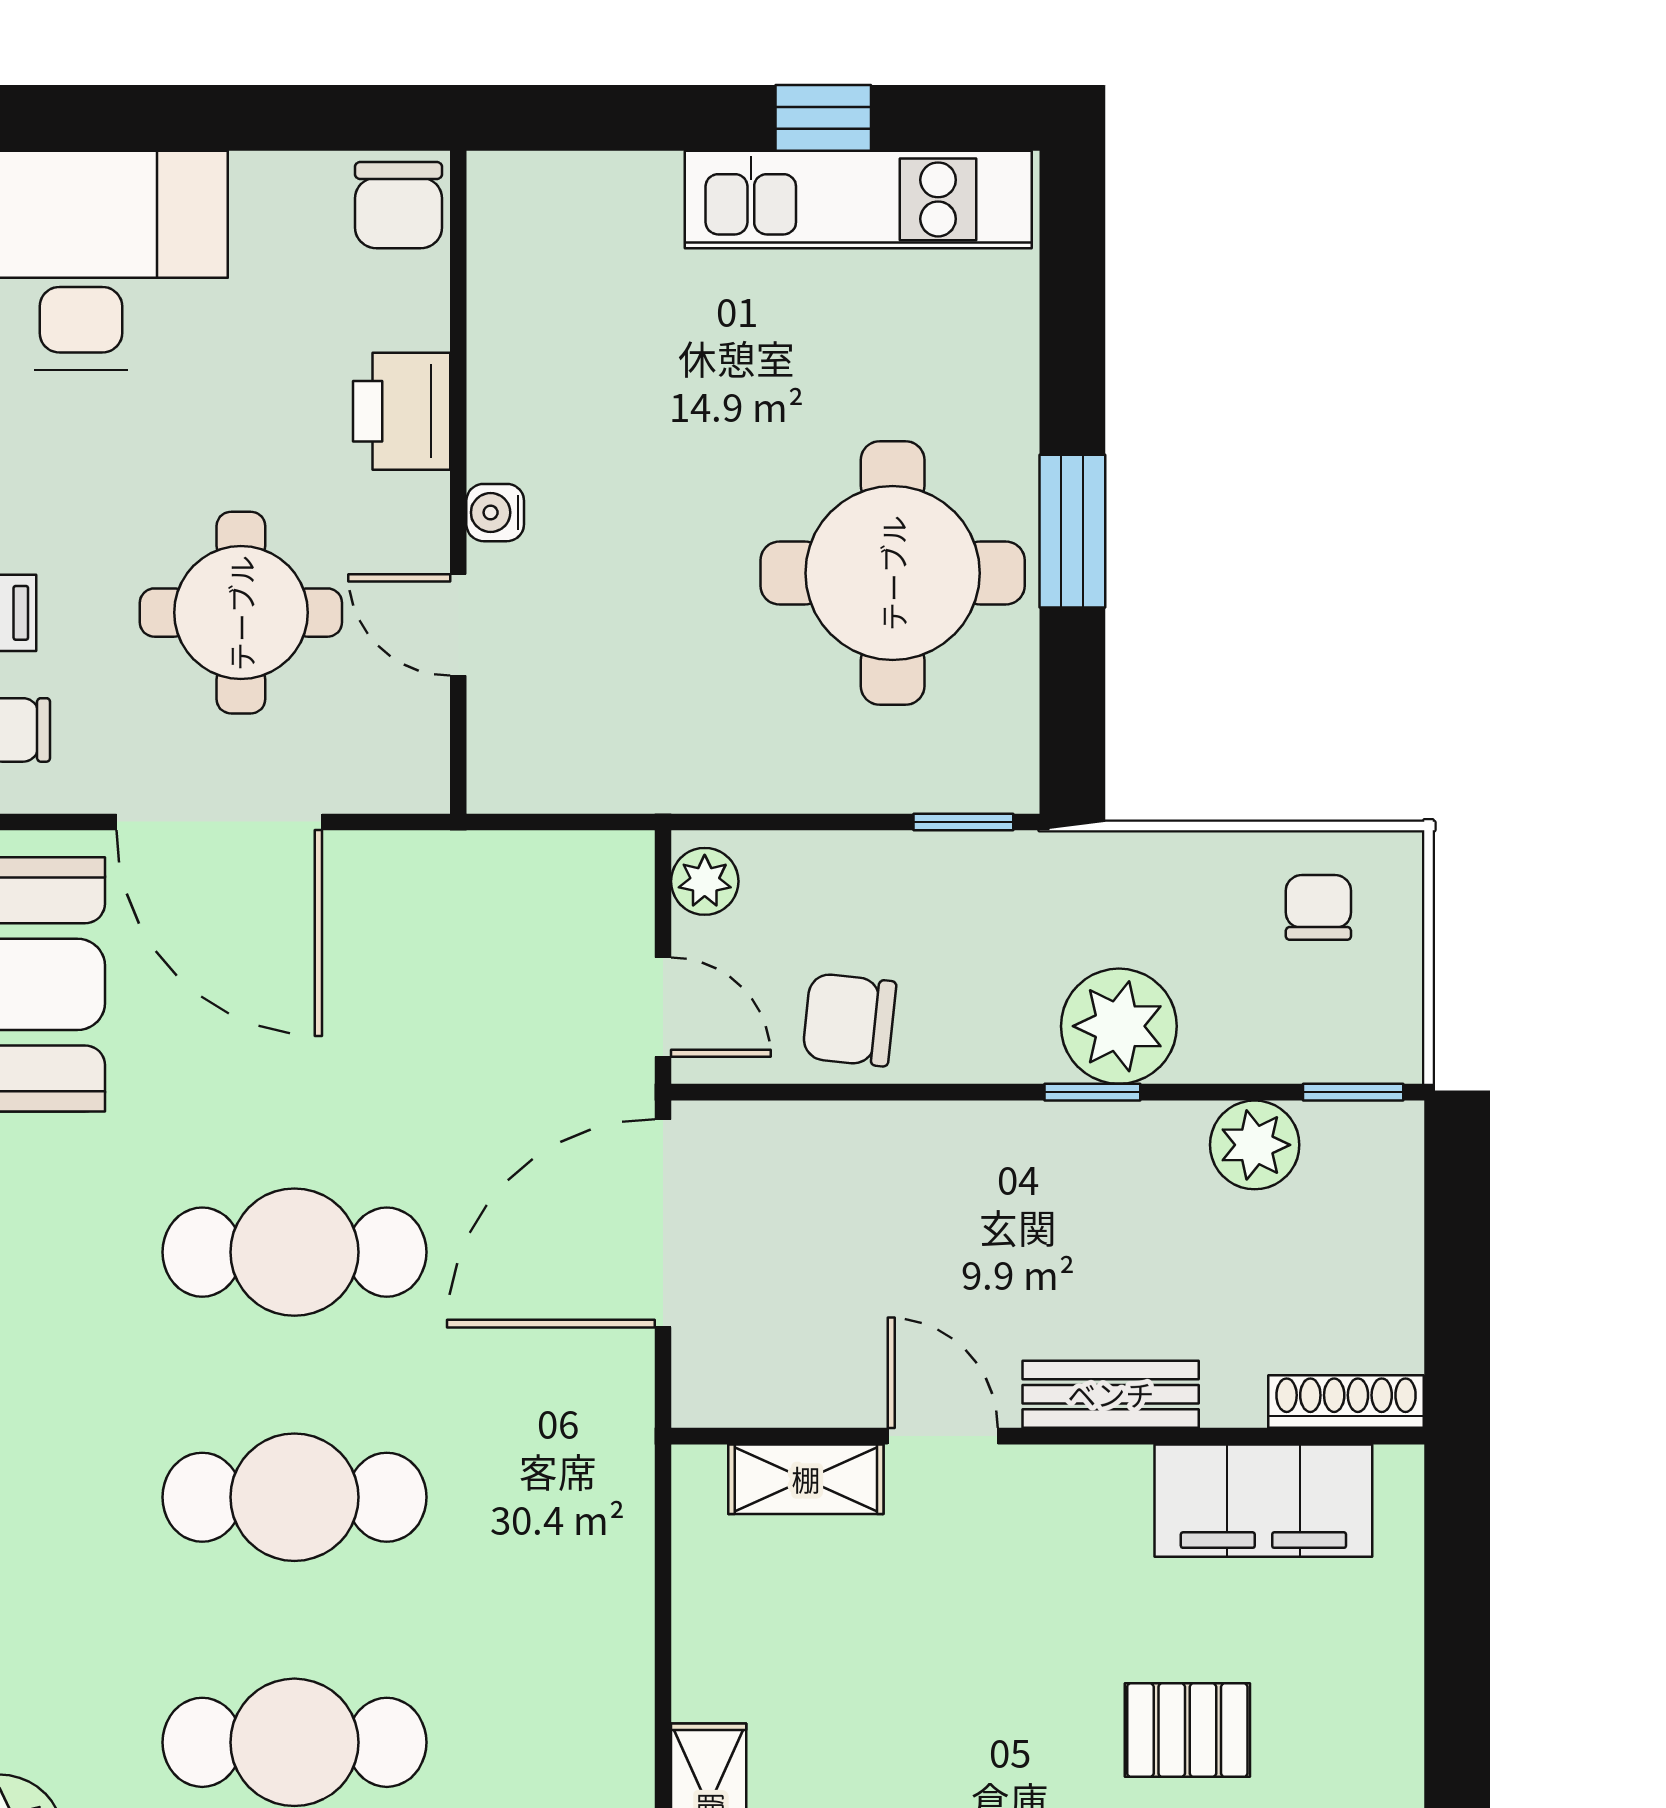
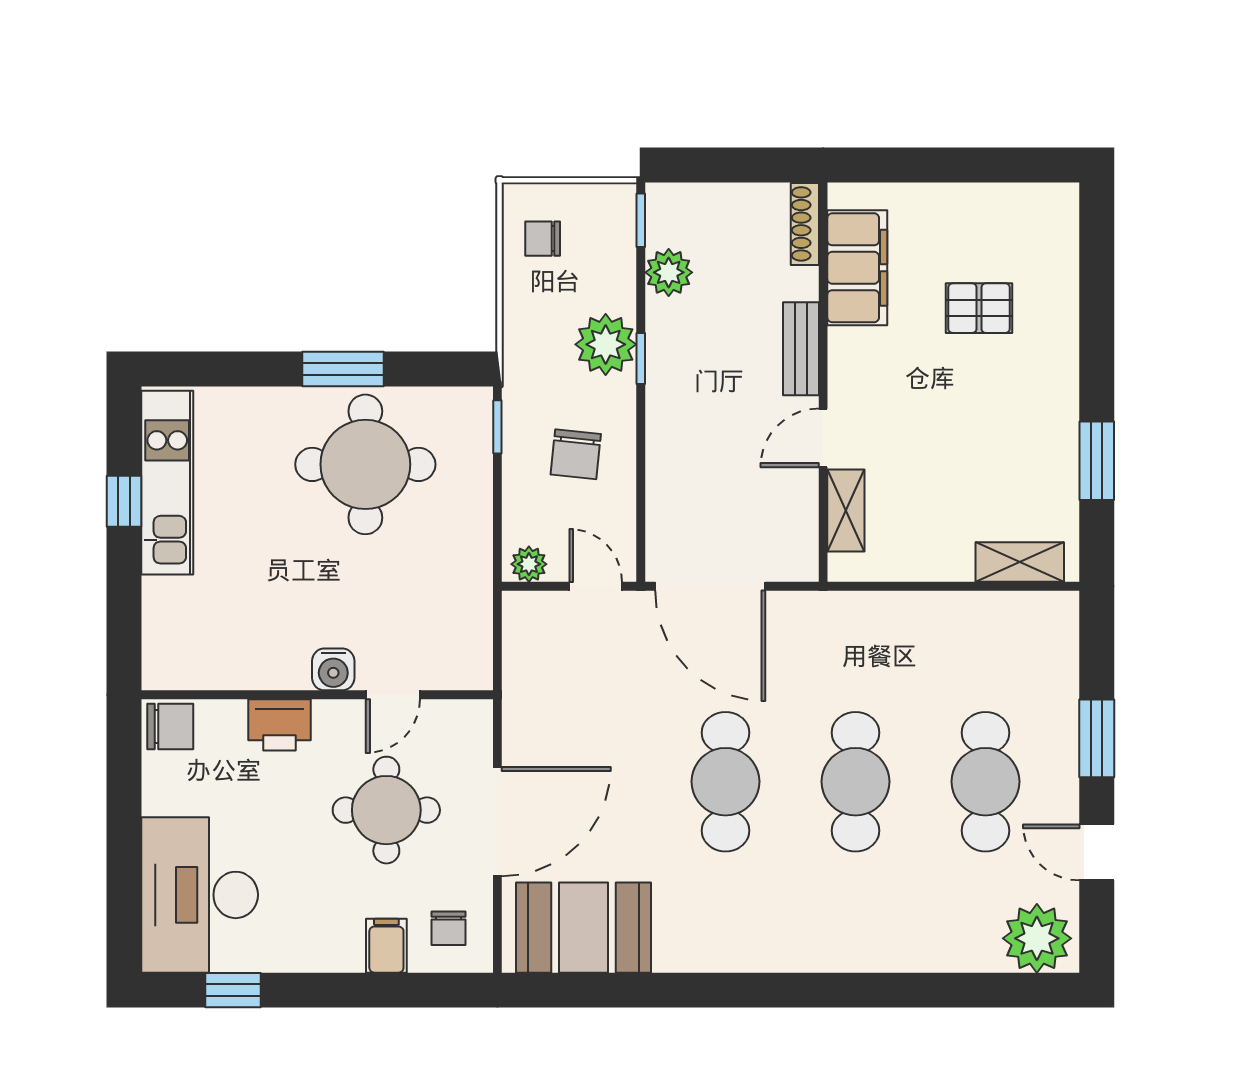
water cooler: (495, 513) -> (333, 669), width x1.38, depth x1.38
door: (663, 1007) -> (596, 586), hinge flipped
chair: (849, 1020) -> (576, 454), moved
pallet: (1187, 1730) -> (979, 308), turned 90

